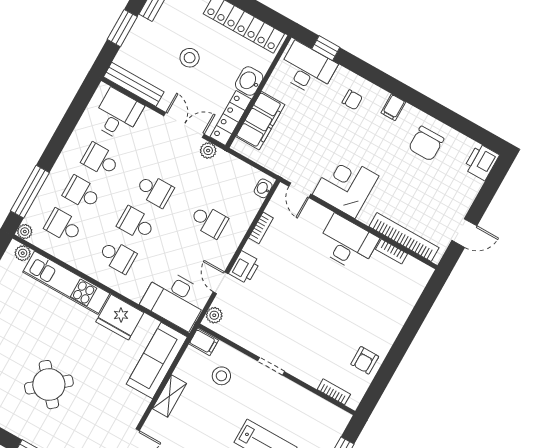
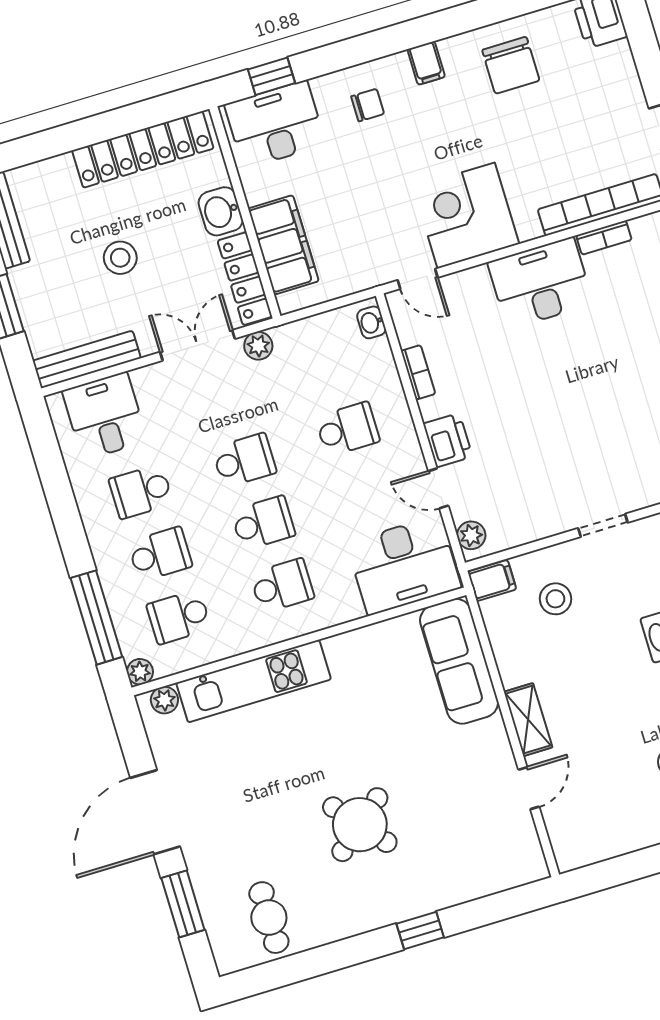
school desk: (82, 193) -> (160, 554), turned 180
school desk: (136, 223) -> (263, 523), turned 180
fridge: (120, 317) -> (361, 655), removed
shelving: (169, 396) -> (528, 720), moved

